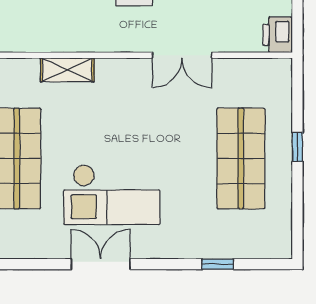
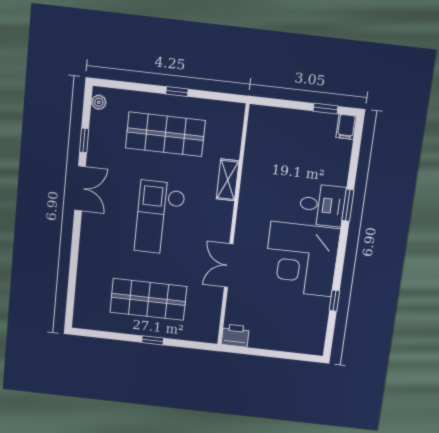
checkout: (112, 195) -> (160, 218), moved
window: (218, 264) -> (84, 140), moved

